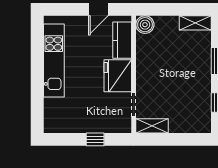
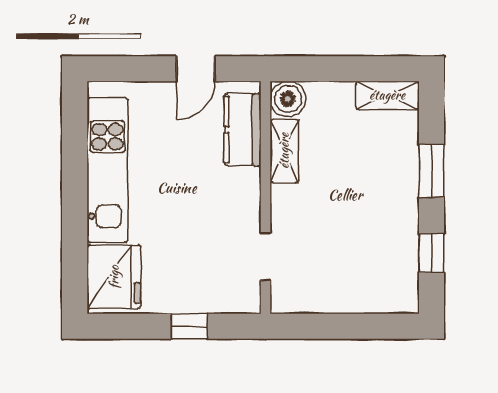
fridge: (118, 76) -> (114, 277), moved, turned 180
shelving: (152, 126) -> (284, 151), moved, turned 90

